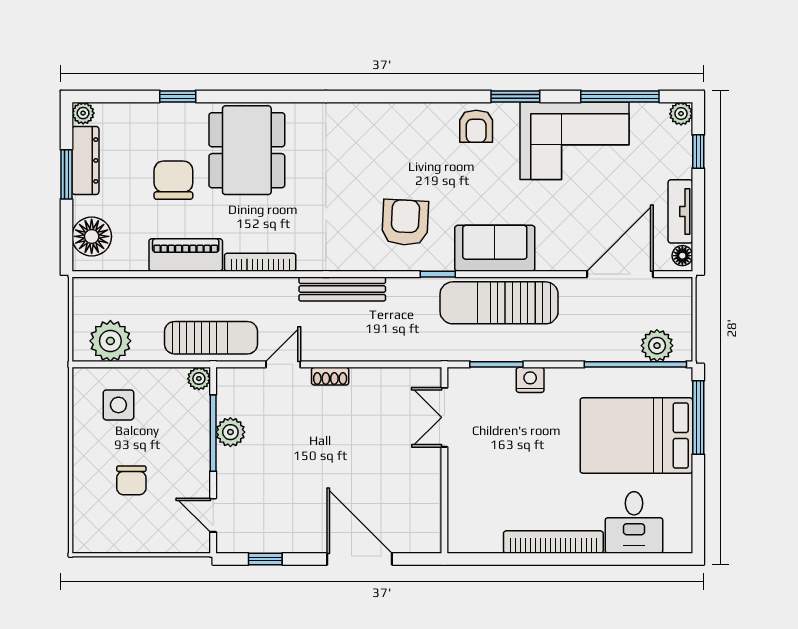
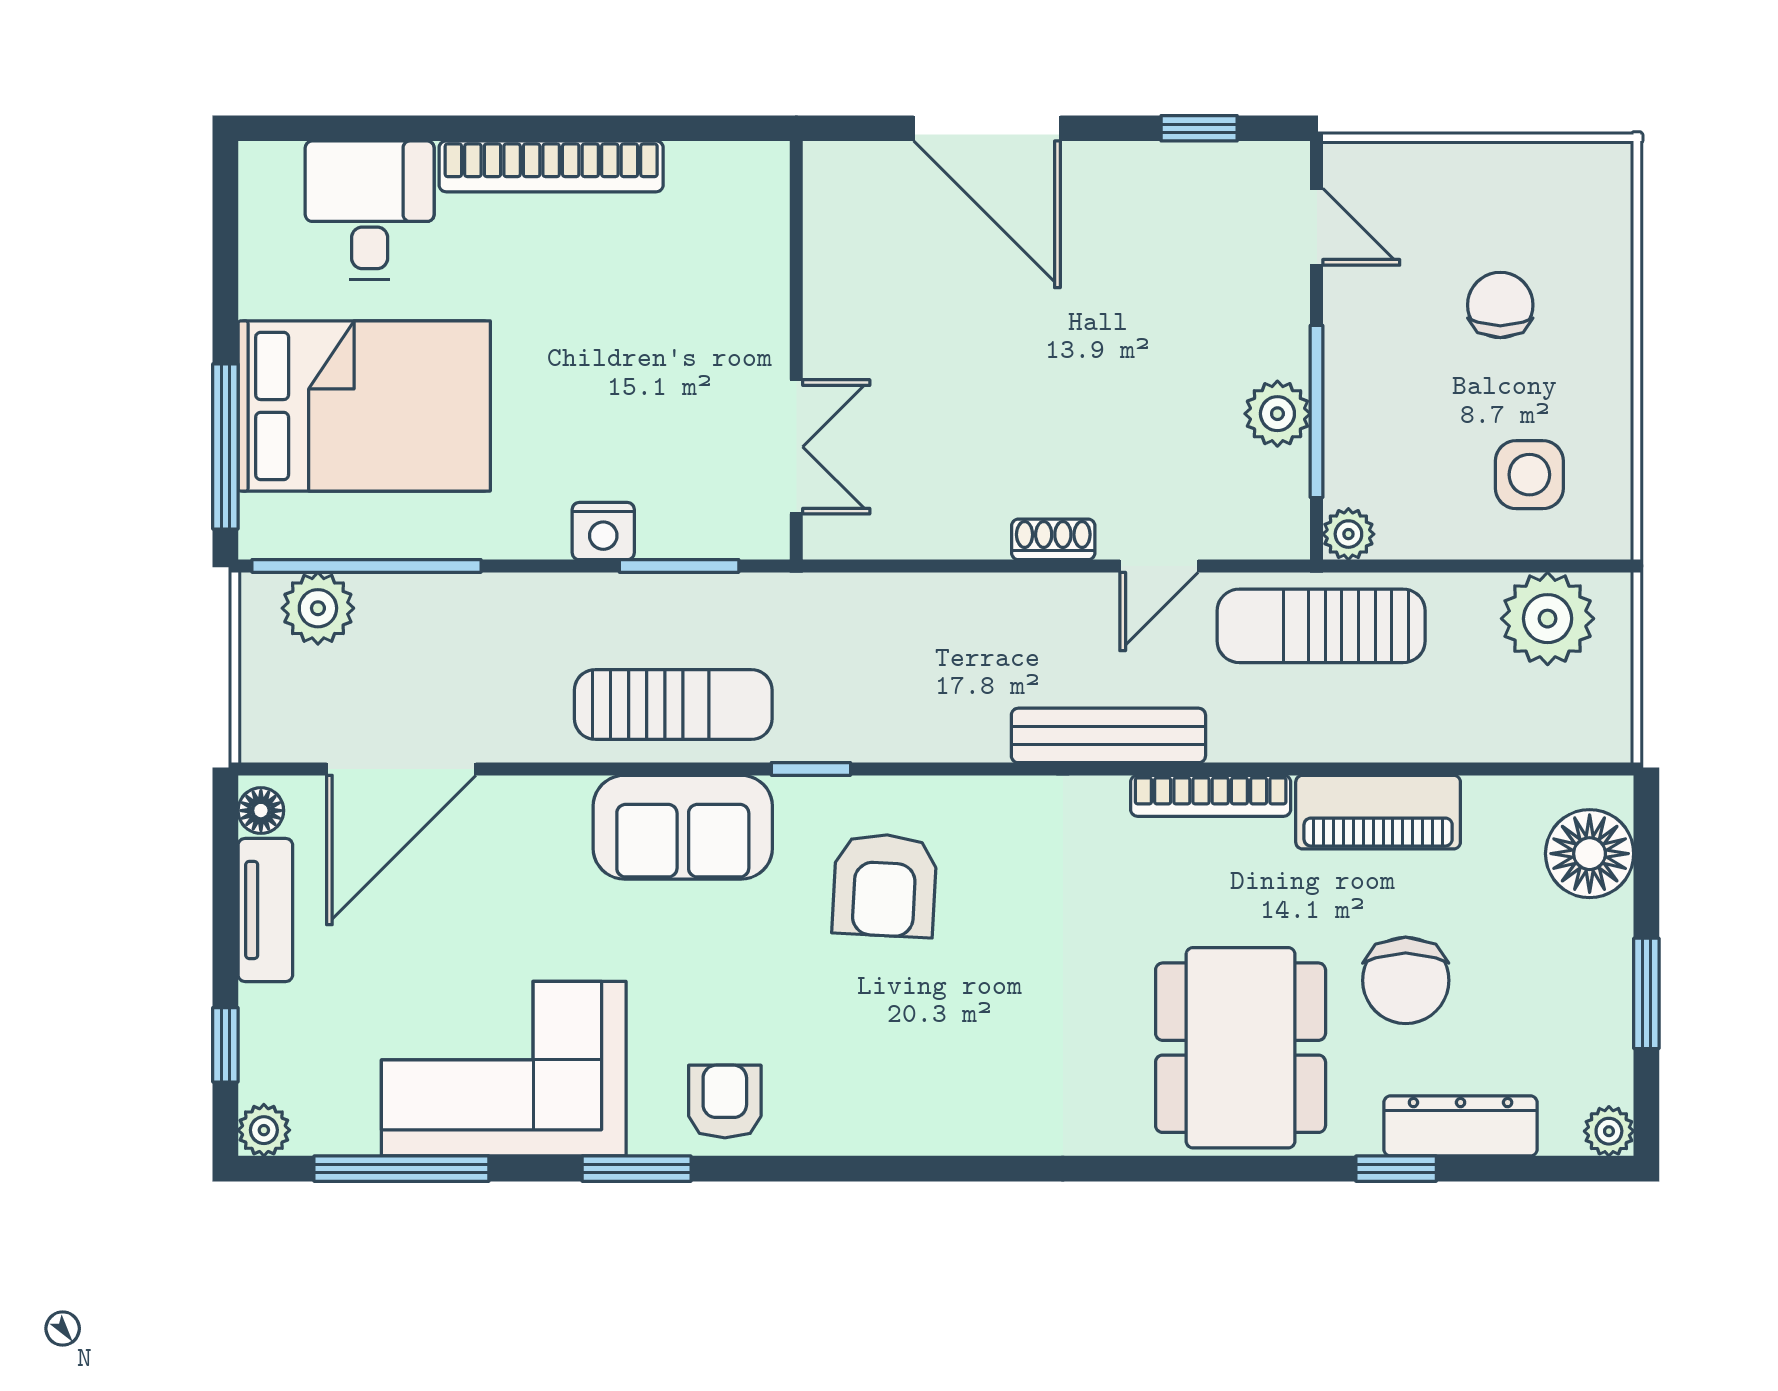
dresser: (85, 160) -> (1461, 1126), moved, turned 90
bench: (342, 289) -> (1108, 735), moved
sun lounger: (499, 303) -> (673, 704), width x0.73, depth x0.75

